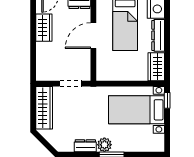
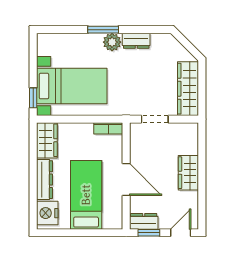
wardrobe: (44, 28) -> (188, 173), moved
door: (93, 36) -> (126, 179), hinge flipped
bookcase: (108, 76) -> (108, 128), added

